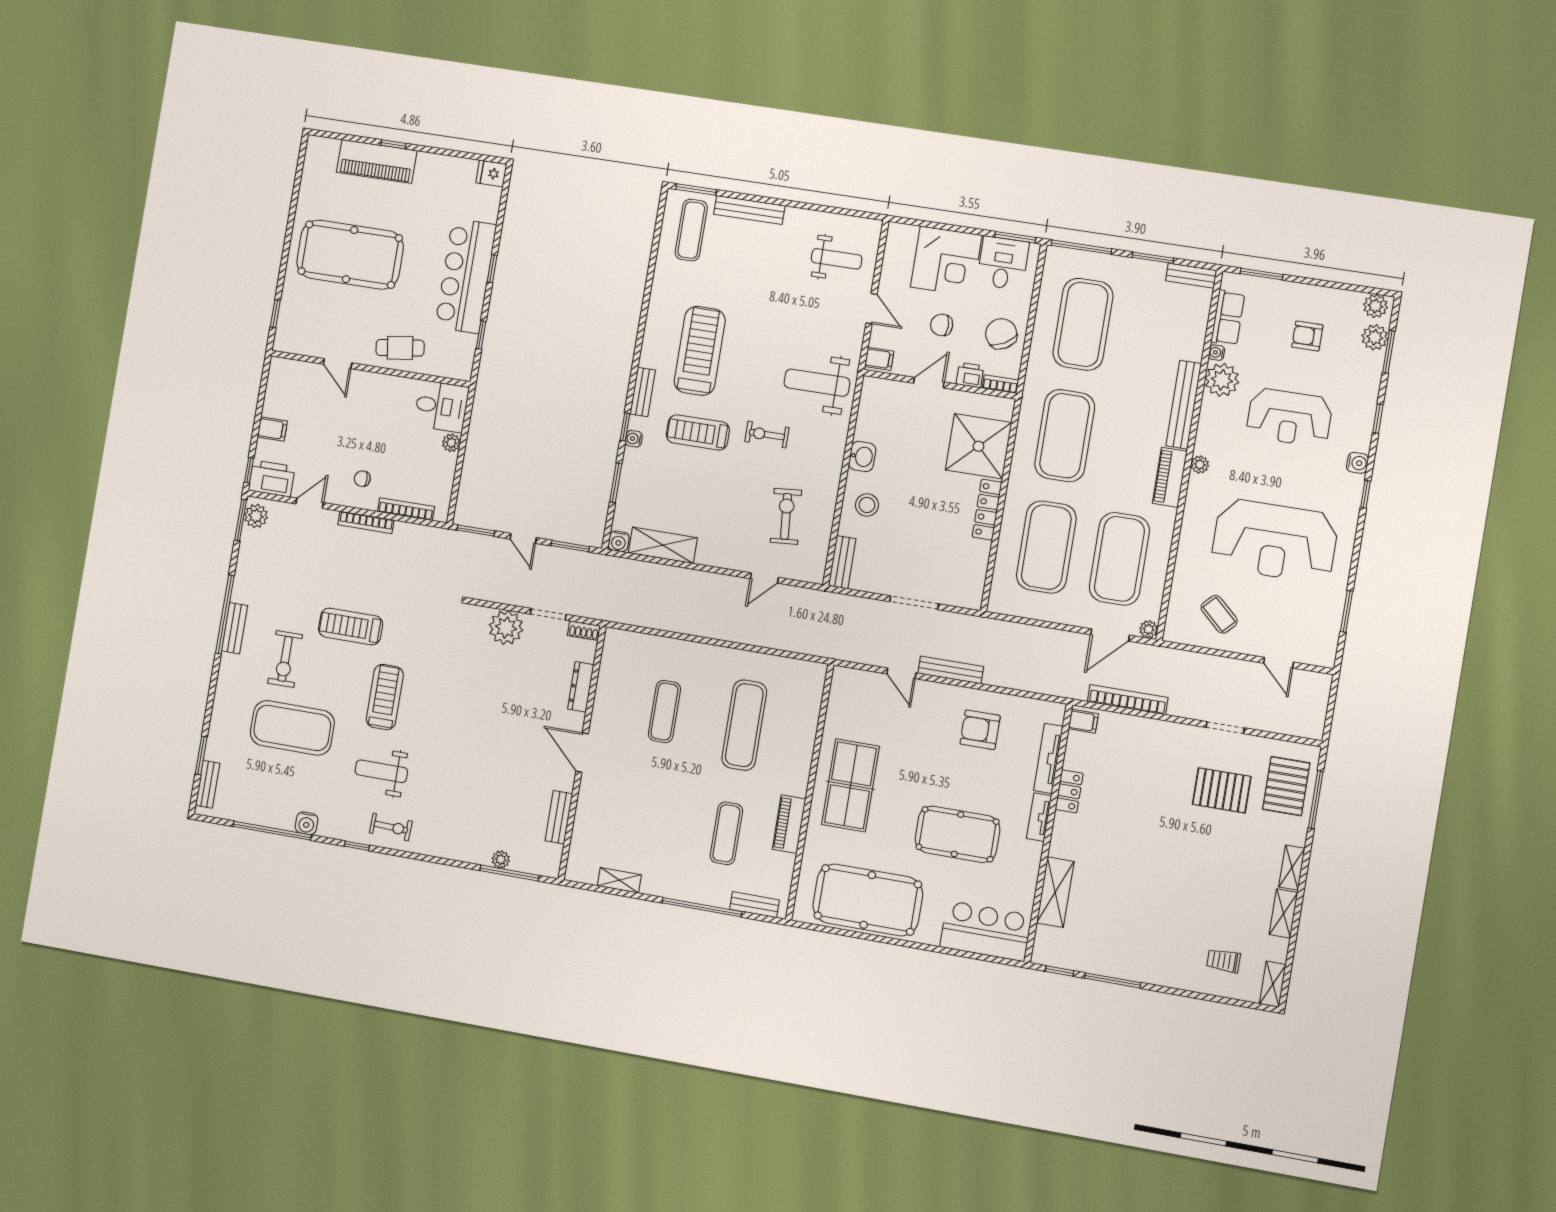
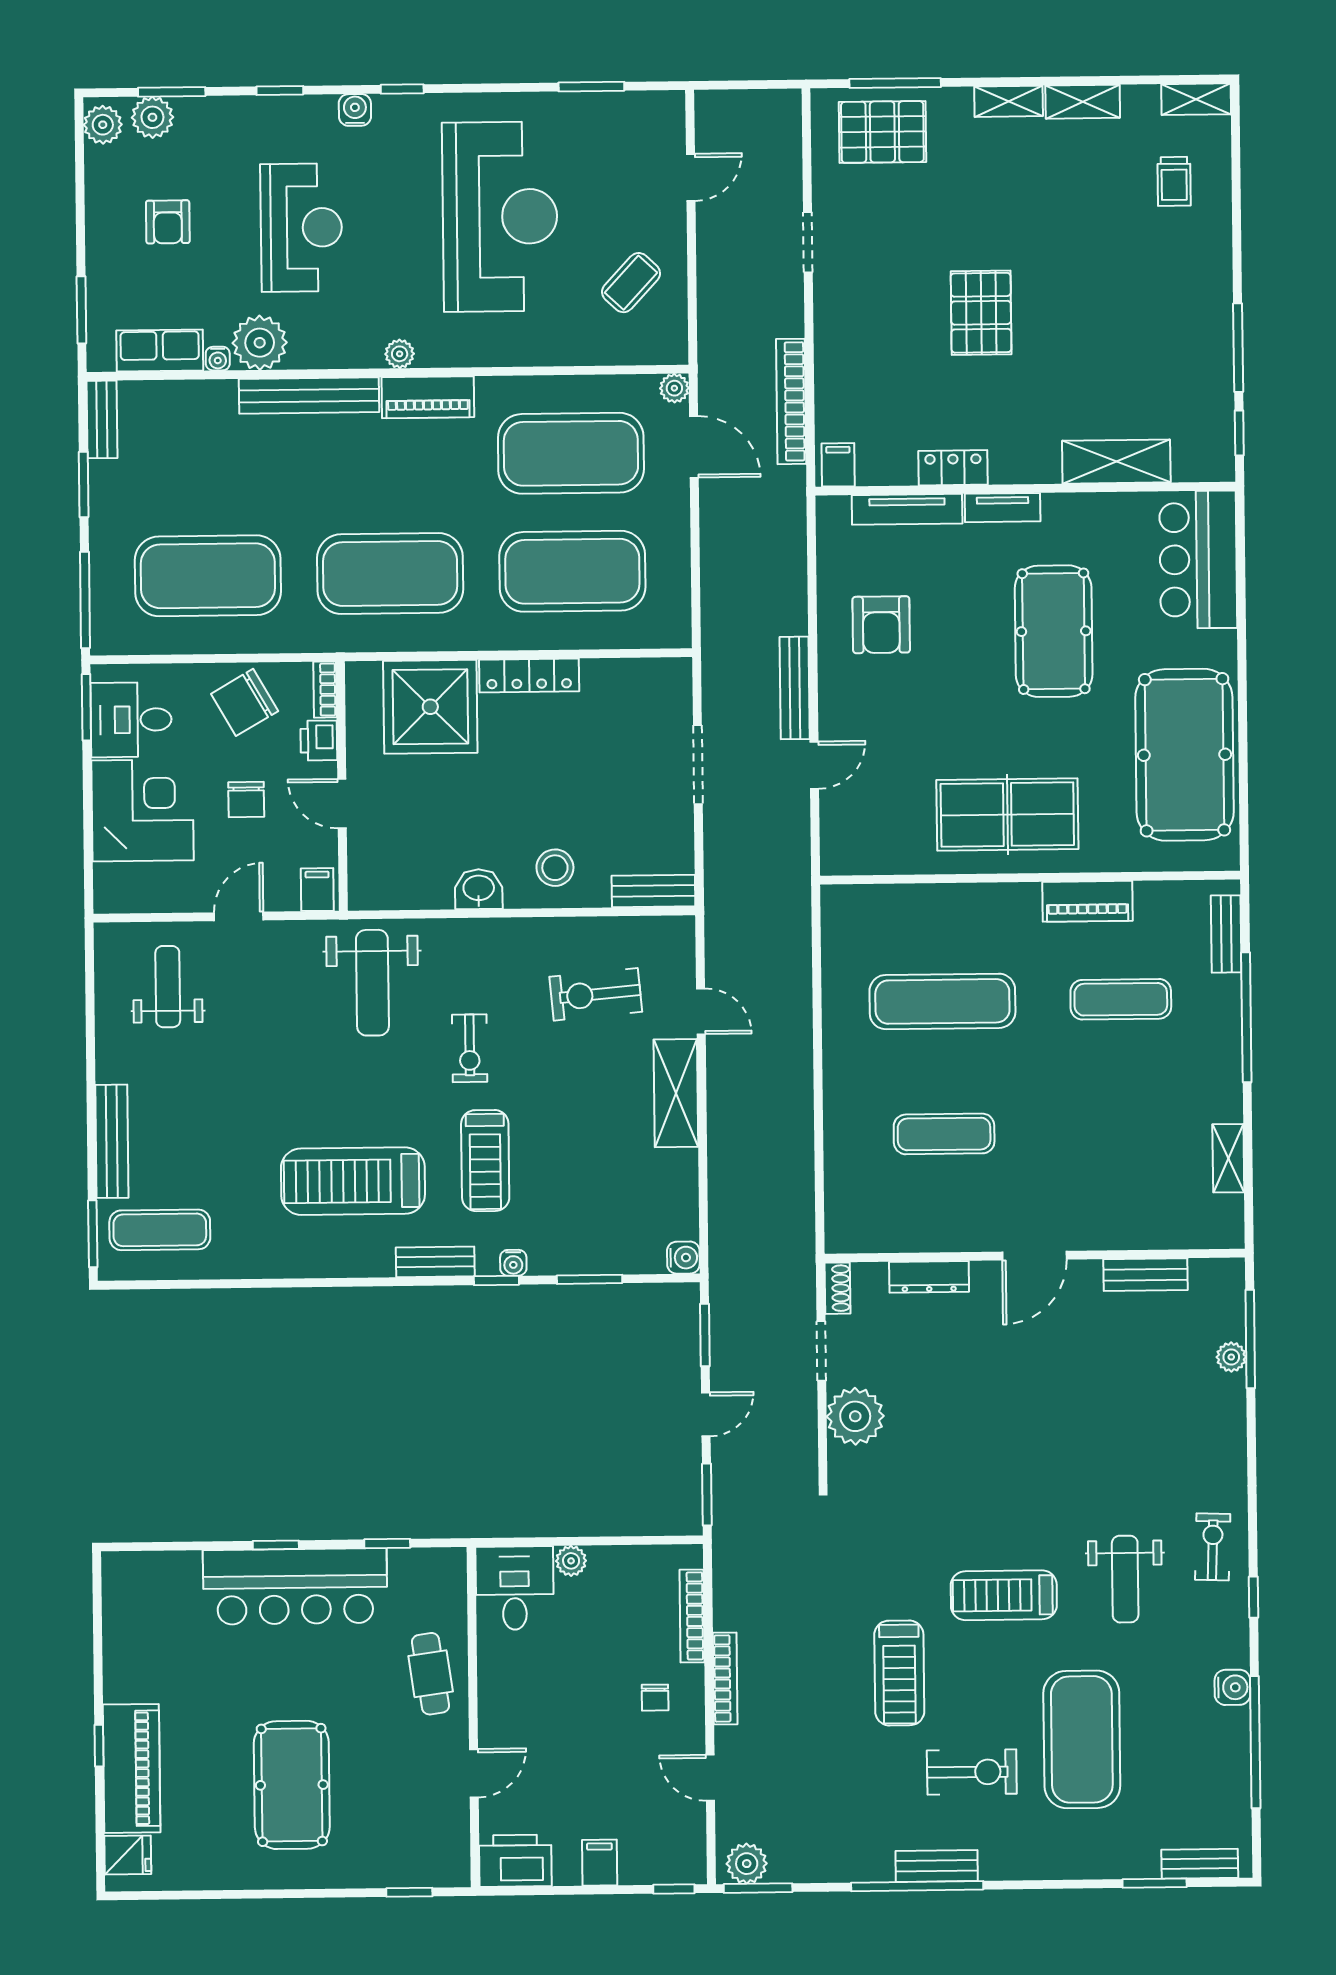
fridge: (491, 173) -> (128, 1855), moved, turned -90
pool table: (350, 255) -> (292, 1785), width x0.73, depth x0.76
printer: (272, 479) -> (515, 1861), moved, turned 90
shelving: (663, 545) -> (676, 1093), moved
pallet: (1222, 790) -> (981, 313), moved

